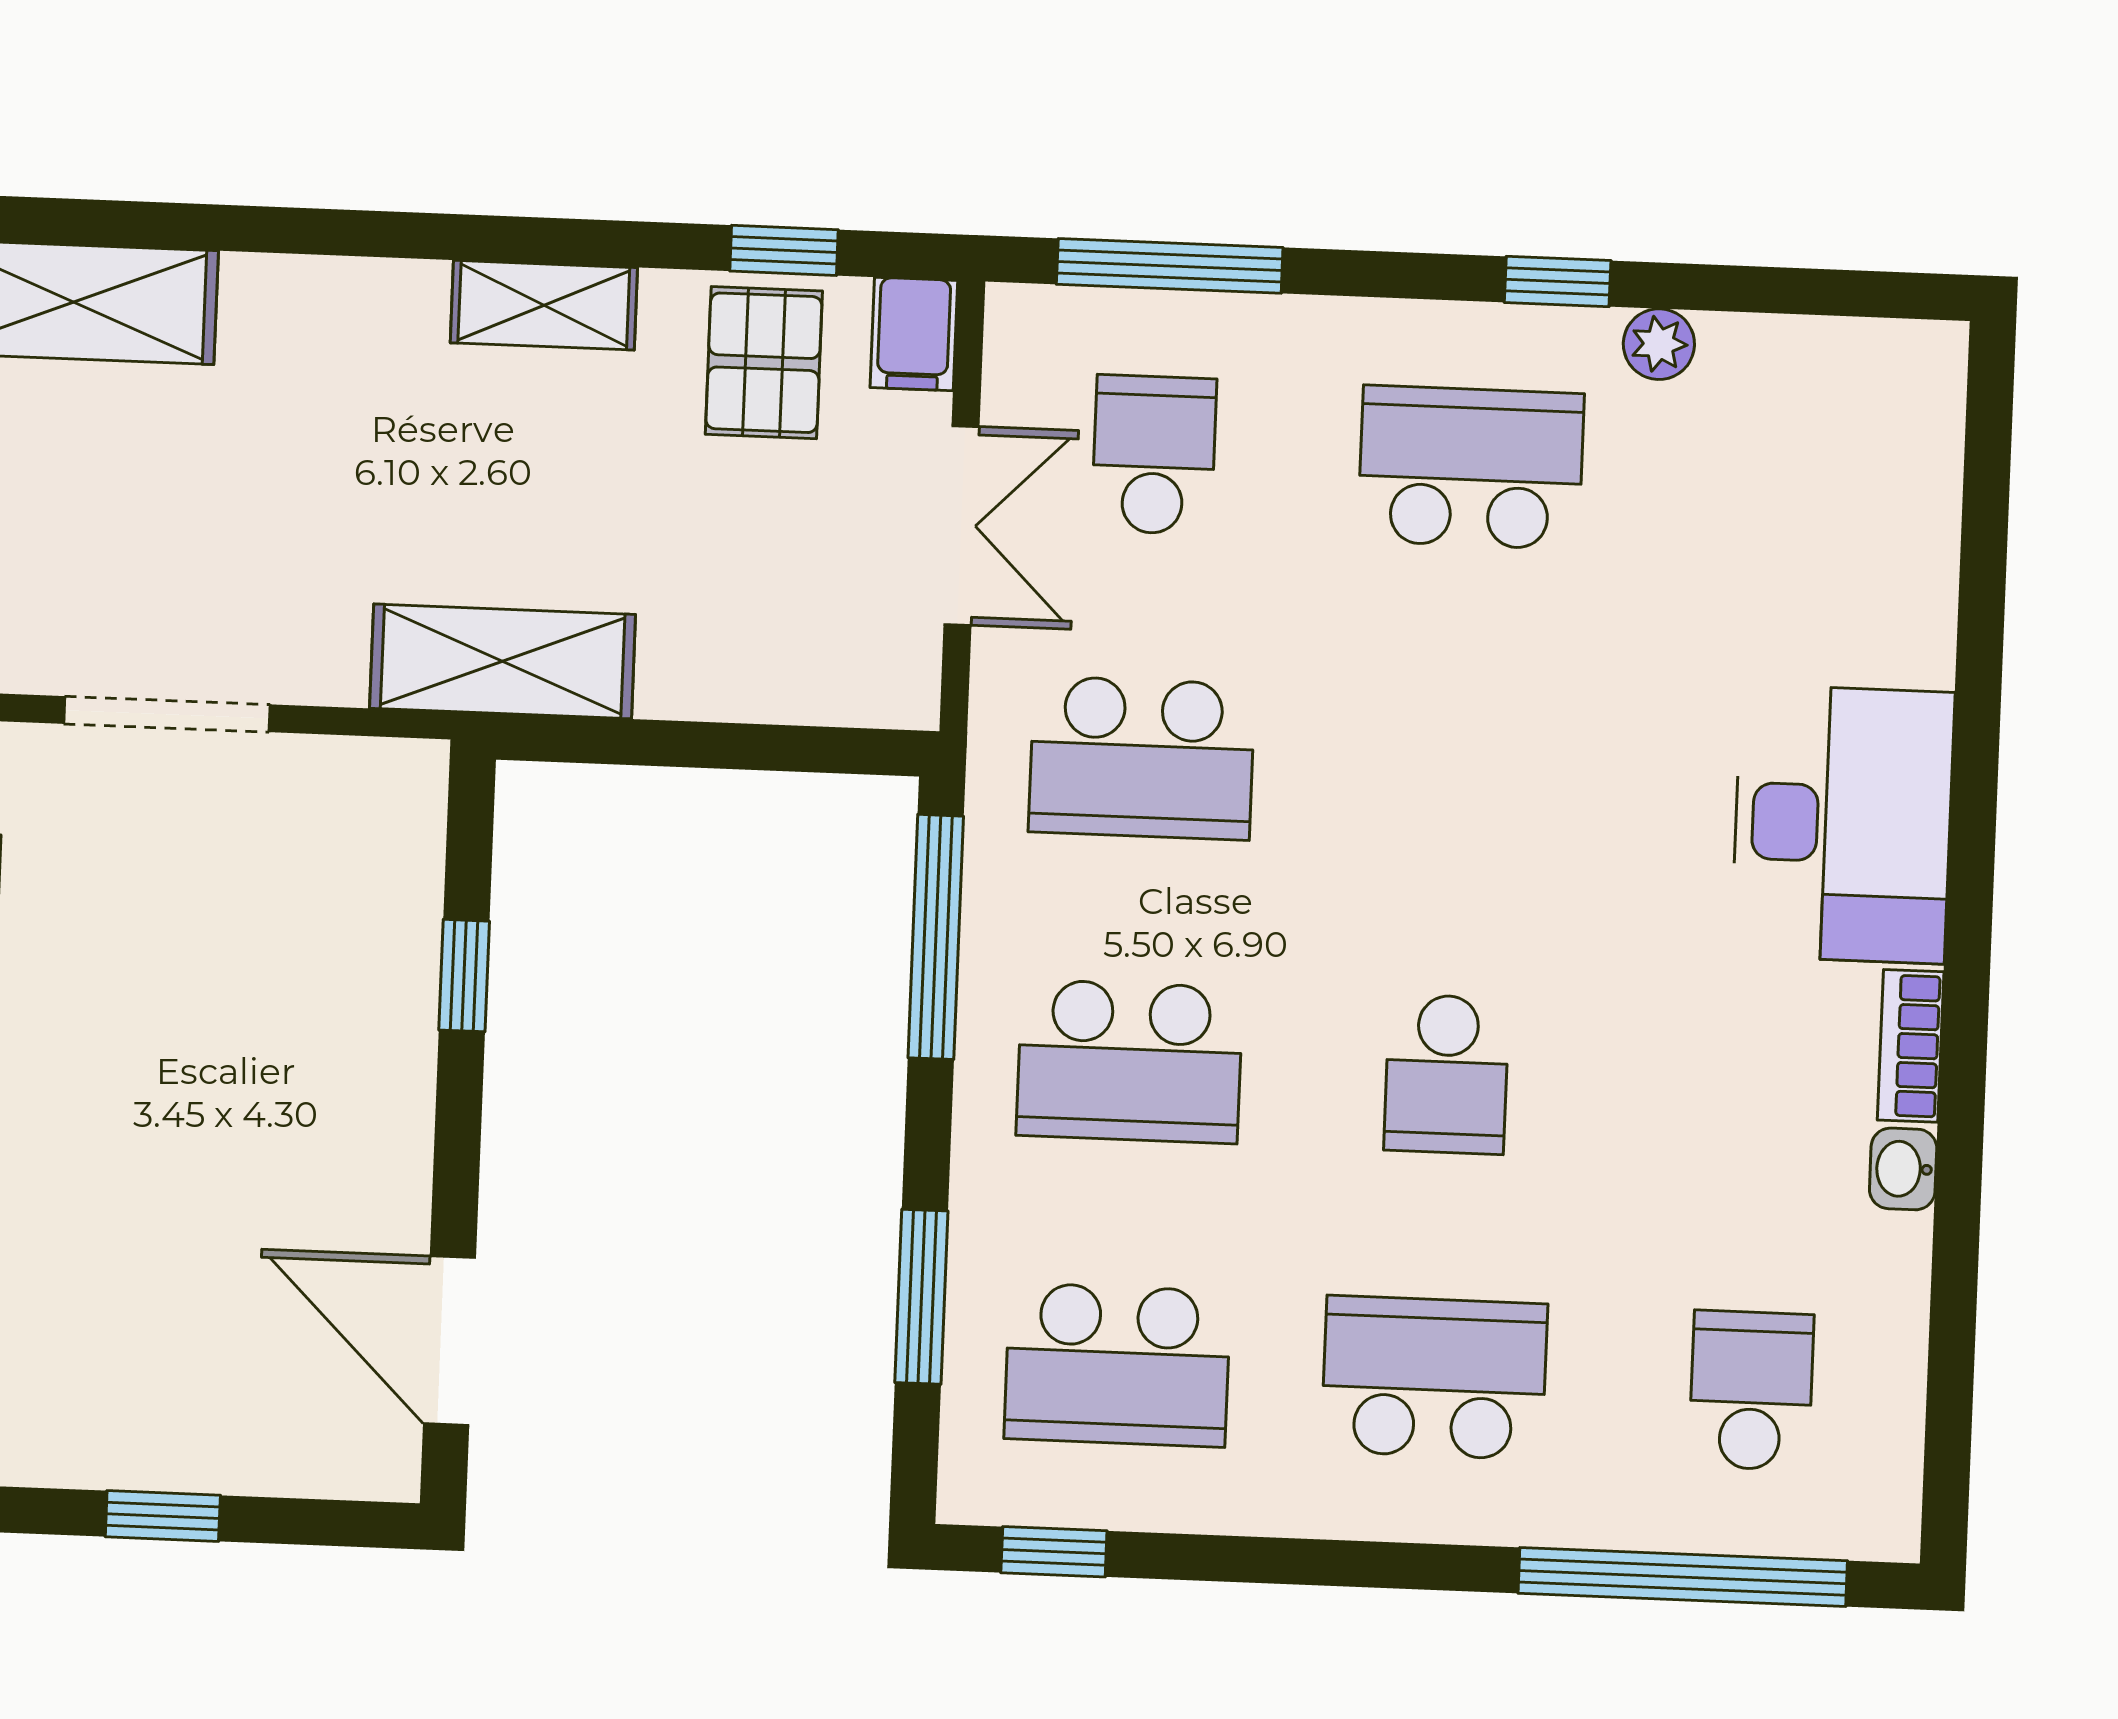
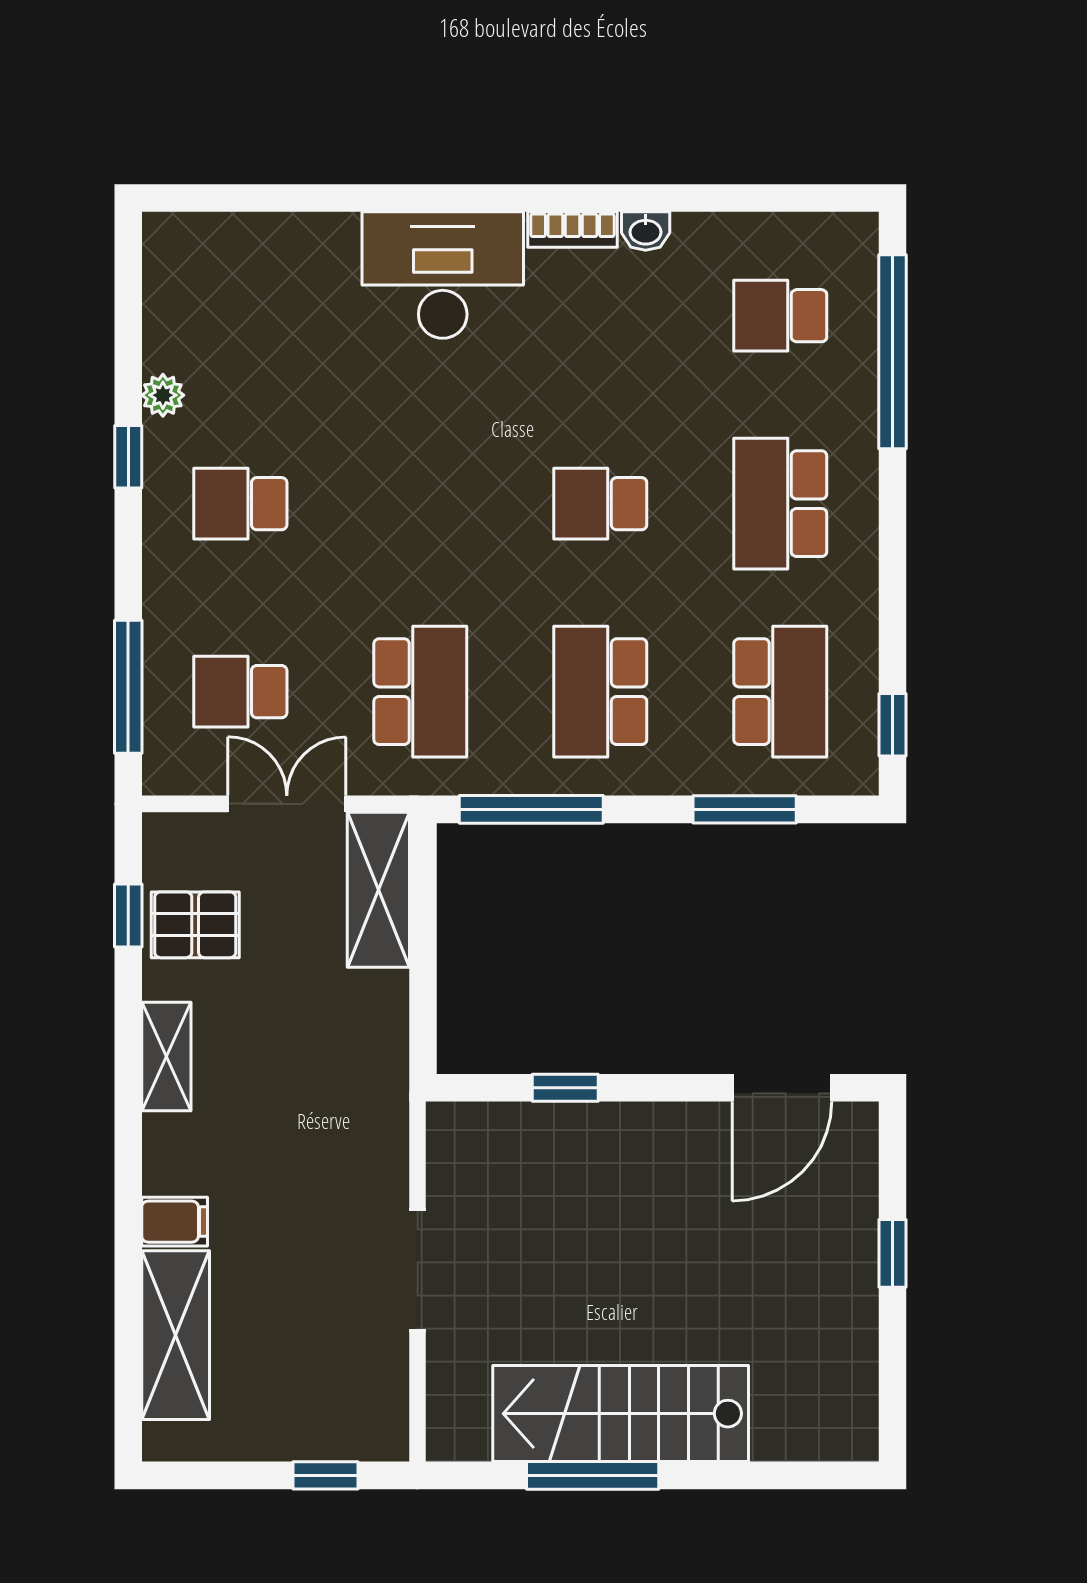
filing cabinet: (914, 334) -> (175, 1222), moved
school desk: (1471, 467) -> (240, 504), width x0.54
shelving: (503, 661) -> (378, 890), moved
school desk: (1130, 1062) -> (600, 692), turned 180
school desk: (1446, 1074) -> (600, 504), turned 180

